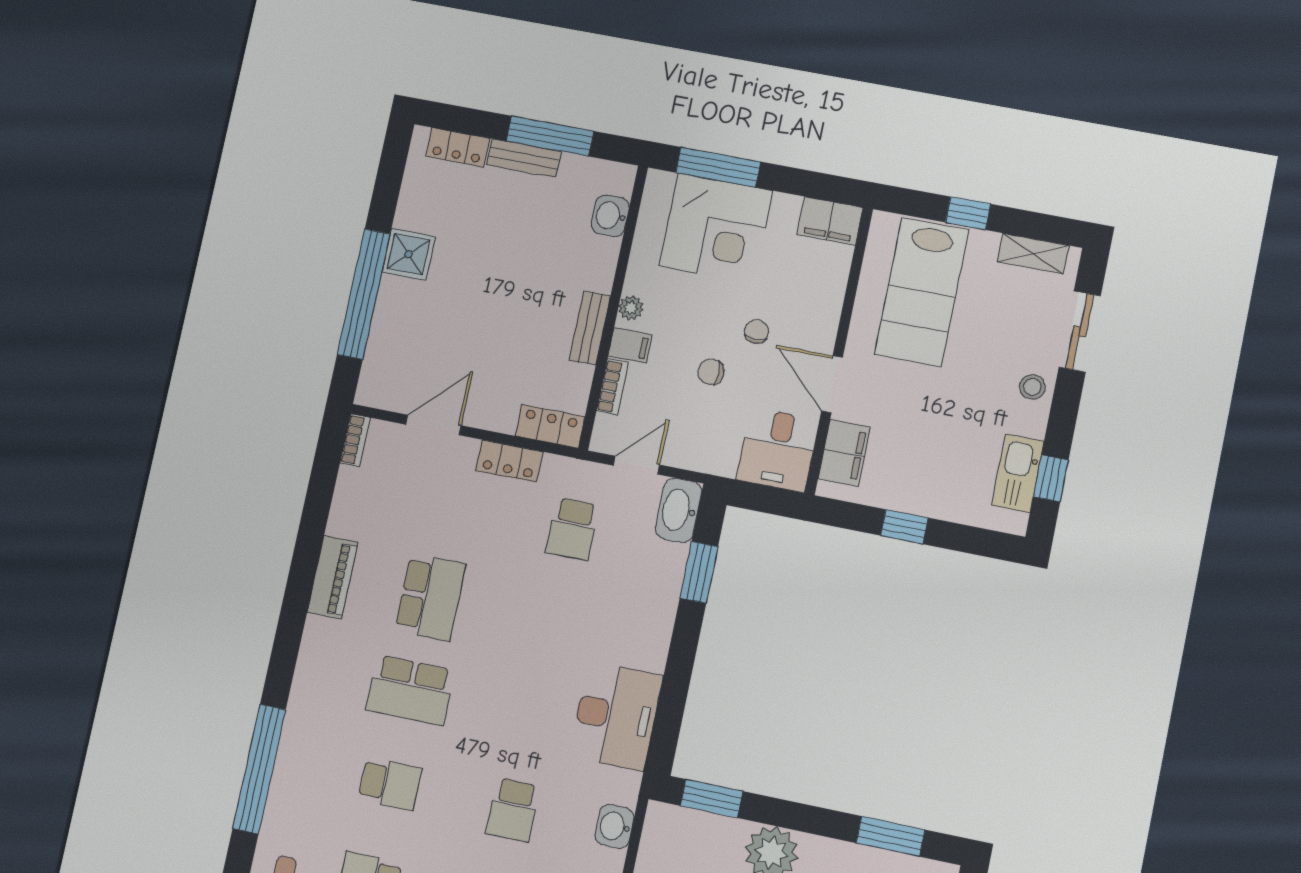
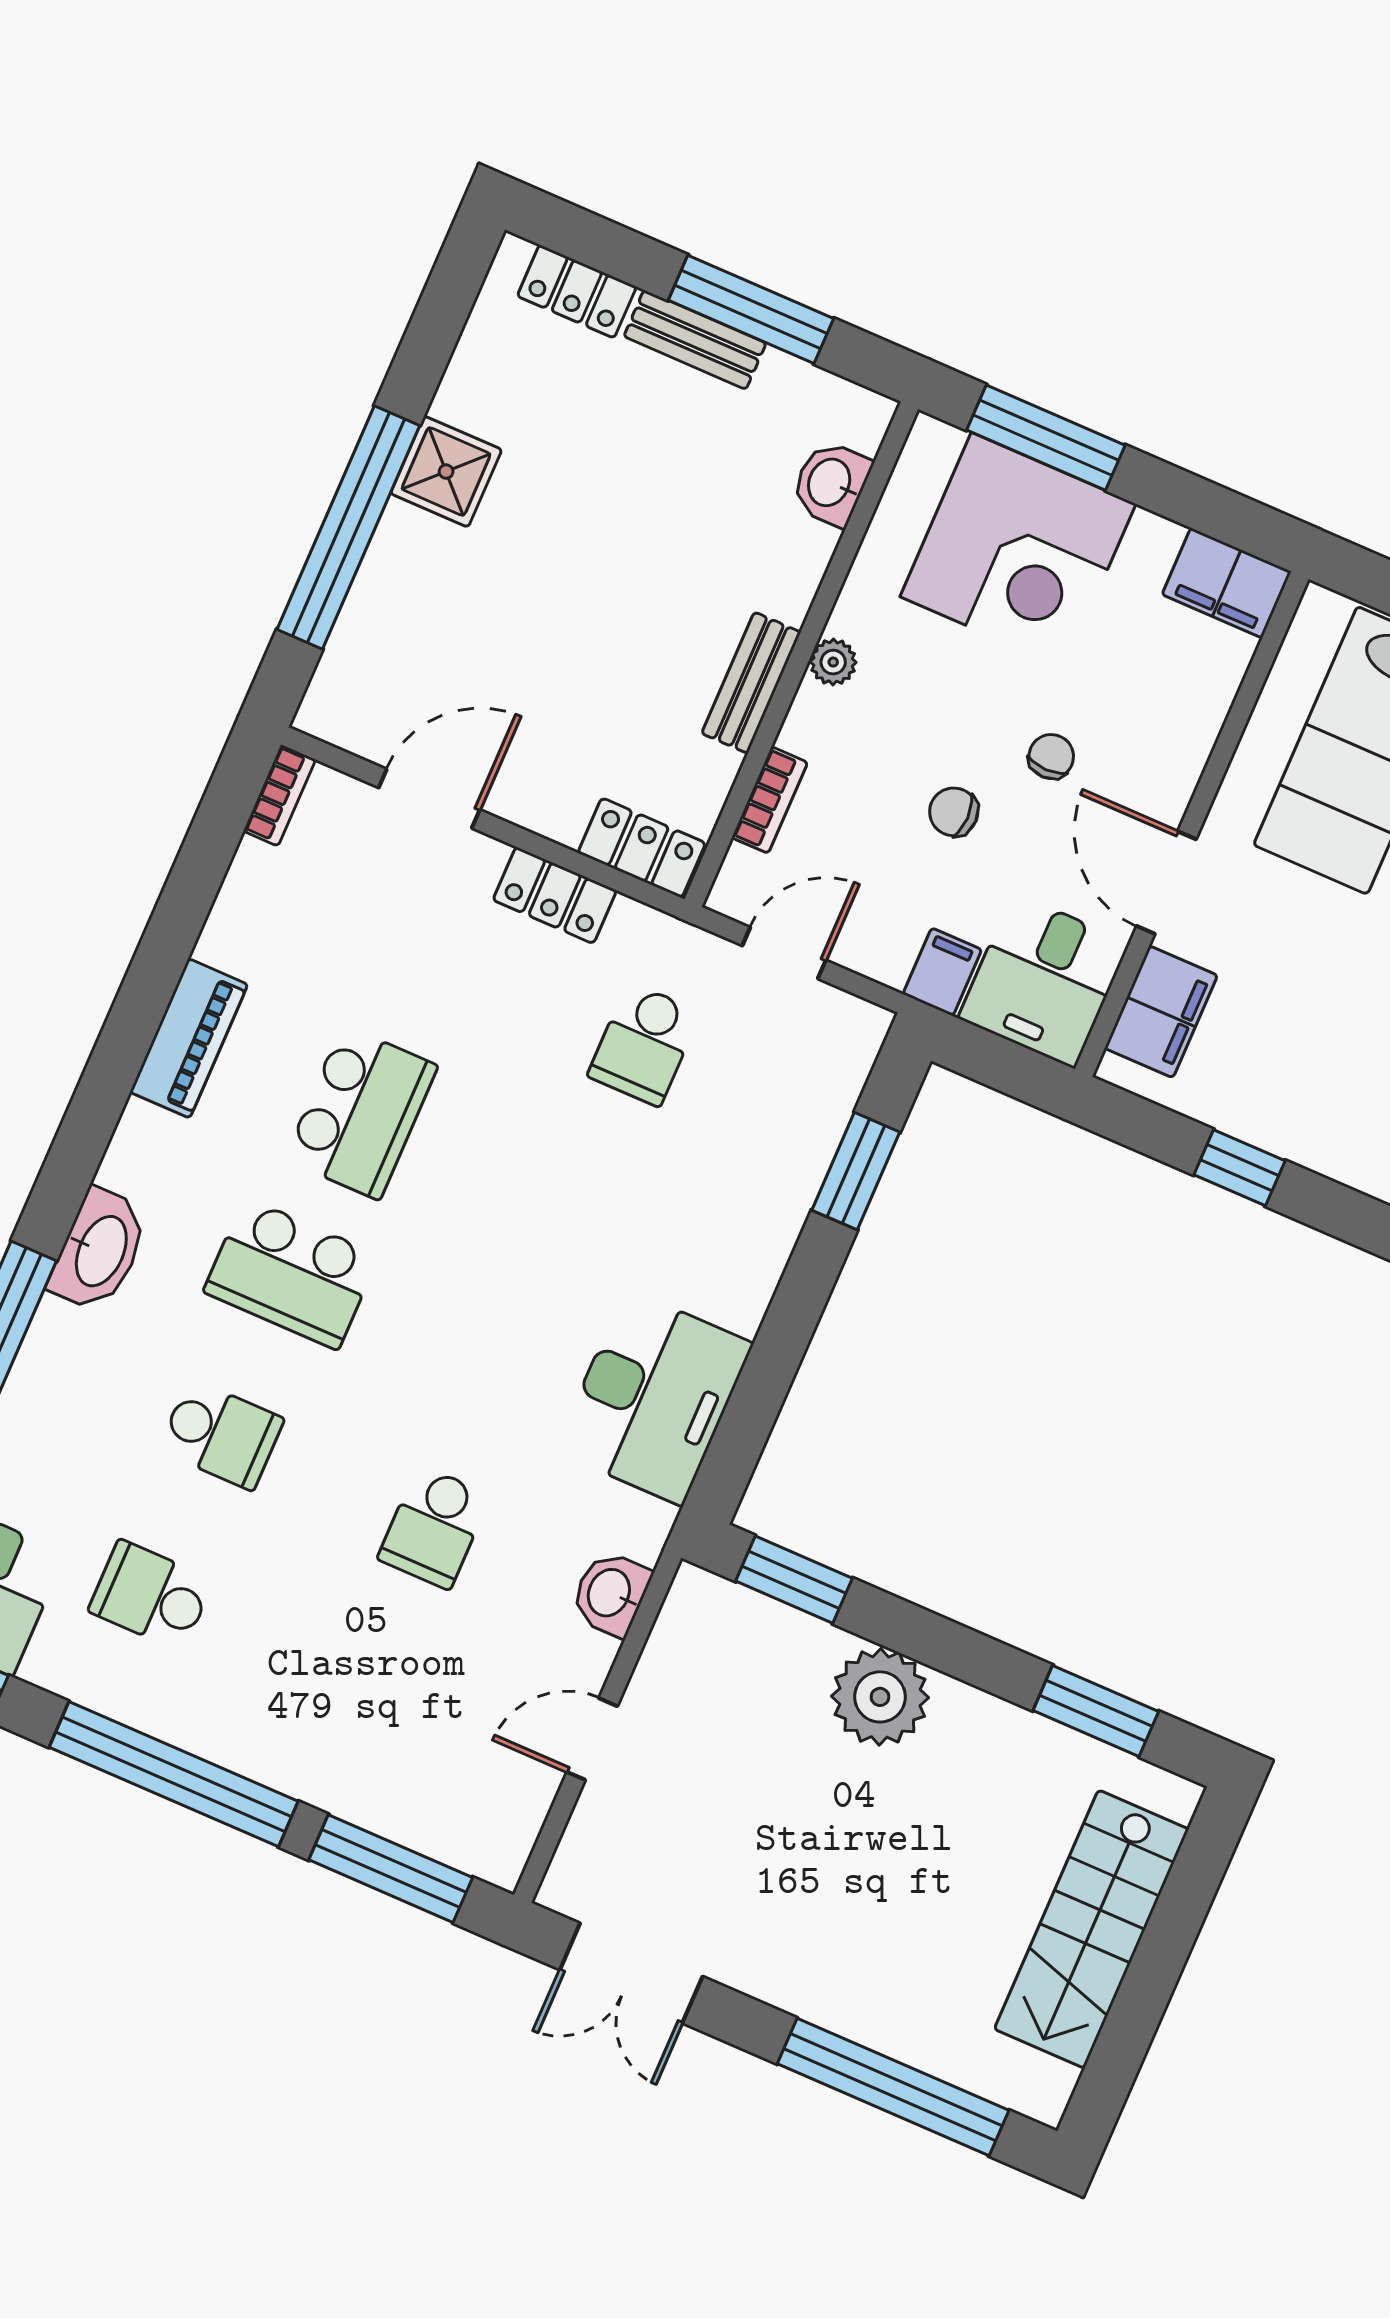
filing cabinet: (630, 345) -> (942, 972), moved, turned -90
washbasin: (679, 510) -> (99, 1250), moved, turned 180

